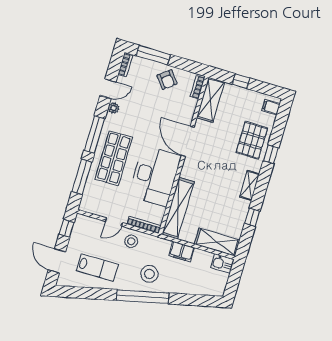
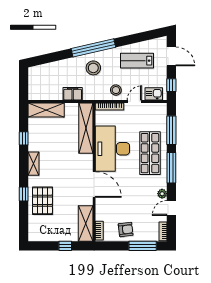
armchair: (167, 80) -> (126, 230), turned 121
filing cabinet: (271, 107) -> (35, 232), removed
kitchen sink: (222, 264) -> (154, 94), moved

